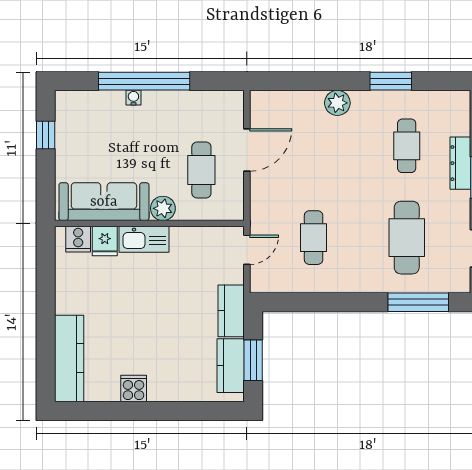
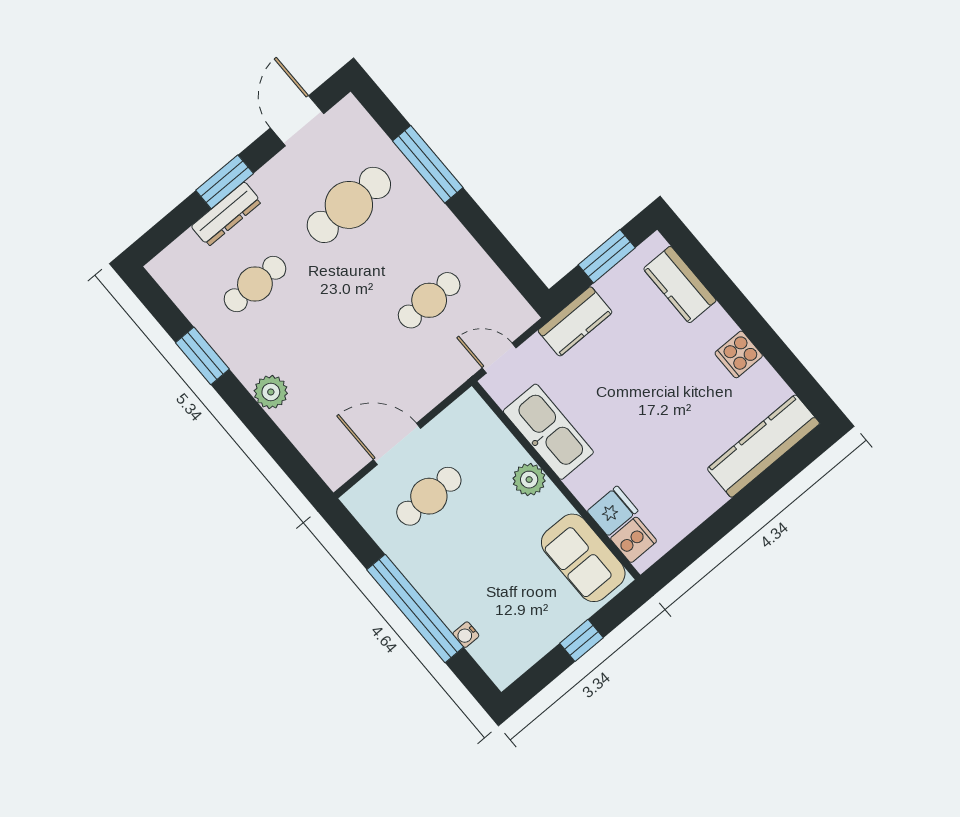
water cooler: (133, 98) -> (466, 635), moved
window: (46, 135) -> (582, 640), moved
cafe table: (201, 170) -> (429, 496), moved
sofa: (104, 202) -> (583, 558), width x0.73
kitchen sink: (144, 239) -> (548, 432), moved, width x1.36, depth x1.24
window: (418, 302) -> (428, 164), moved
kitchen counter: (231, 366) -> (680, 285), moved, turned 90

